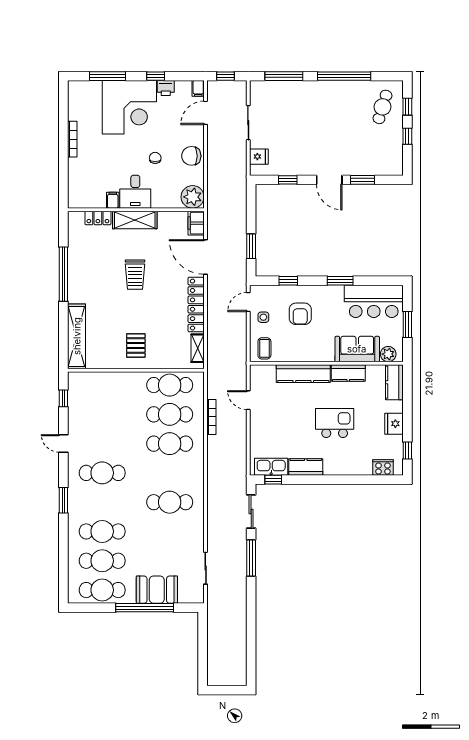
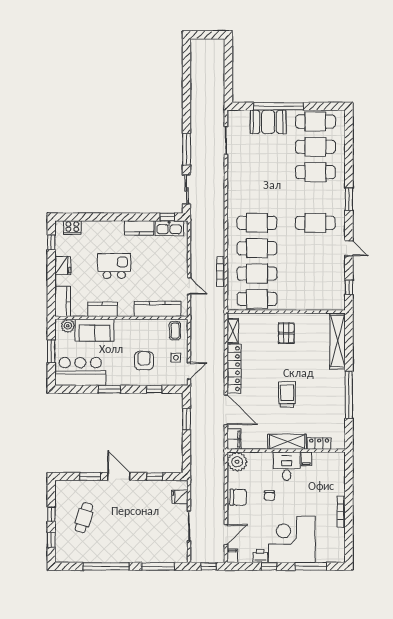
cafe table: (383, 107) -> (84, 518), moved
kitchen counter: (303, 374) -> (157, 309), moved
kitchen island: (335, 423) -> (114, 266), turned 180
cafe table: (170, 502) -> (257, 223), moved

